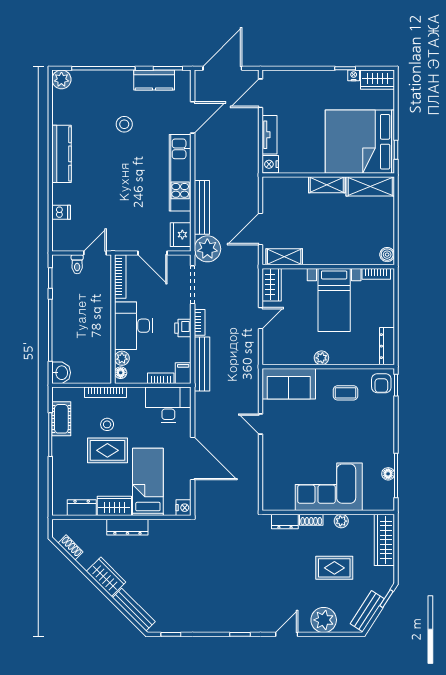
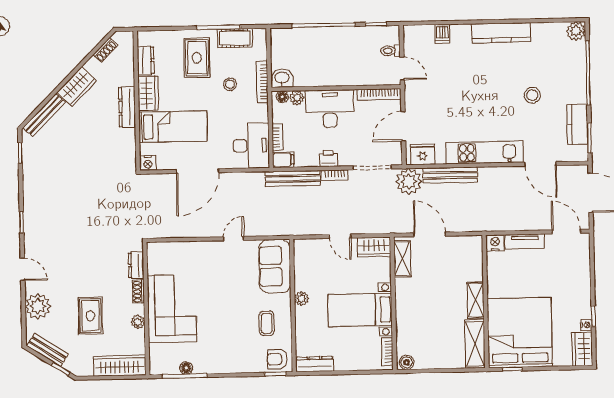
washbasin: (61, 373) -> (282, 78), moved, turned 180
rug: (107, 450) -> (197, 58), moved

